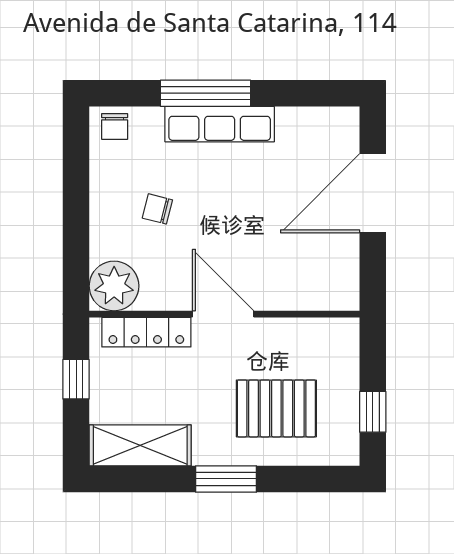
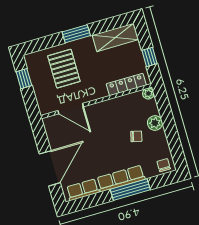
row of seats: (313, 124) -> (83, 190), added
plant: (107, 227) -> (155, 123), added
plant: (114, 286) -> (148, 94), width x0.53, depth x0.53
door: (223, 314) -> (71, 109), moved
pallet: (276, 408) -> (64, 69), turned 90

